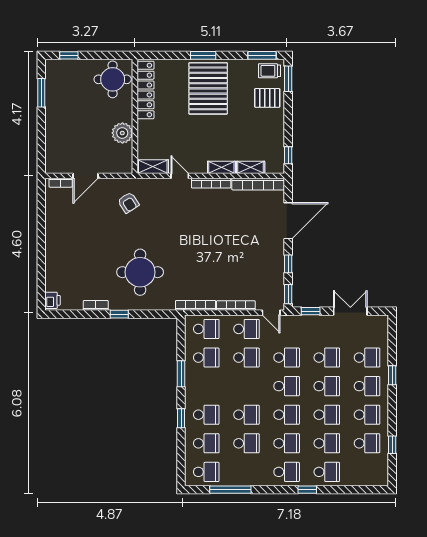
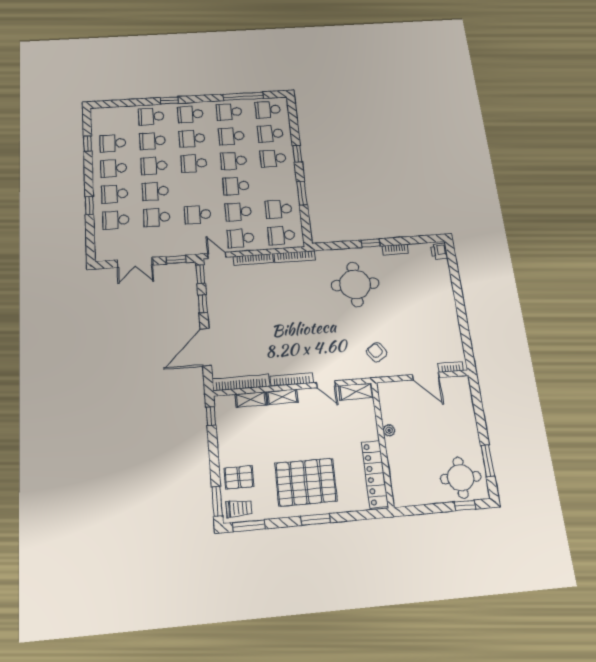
round table: (113, 79) -> (461, 478), moved
pallet: (208, 88) -> (306, 482), turned 90
plant: (122, 133) -> (389, 430), width x0.53, depth x0.53
door: (85, 176) -> (426, 376), swing flipped
school desk: (287, 386) -> (236, 186), moved
school desk: (246, 472) -> (229, 112), added

